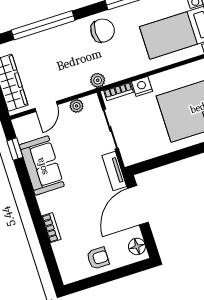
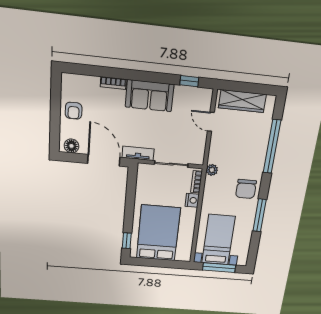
plant: (77, 106) -> (200, 146), removed
sofa: (42, 166) -> (150, 96), moved

